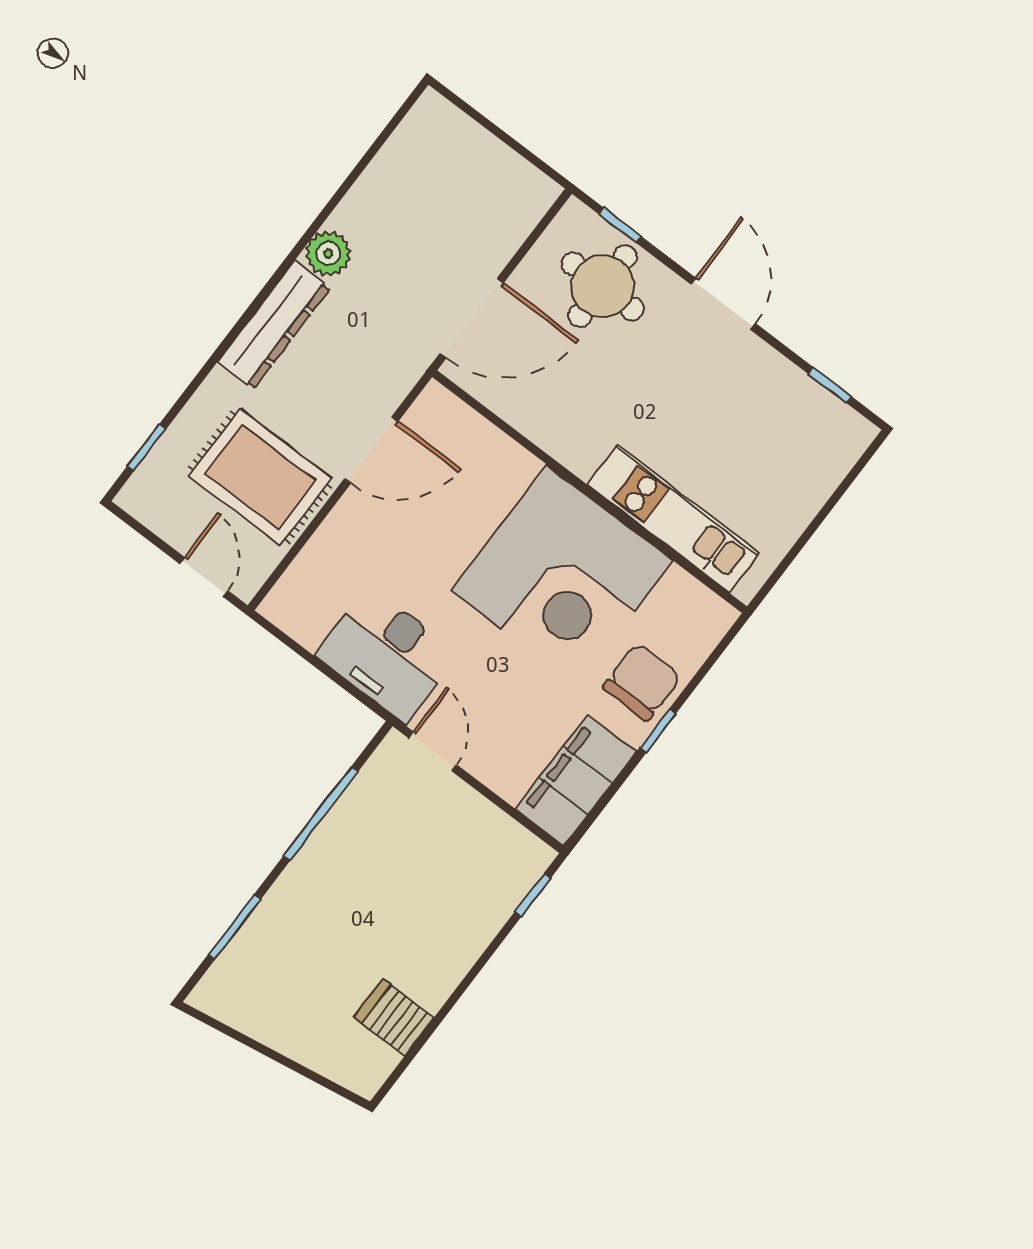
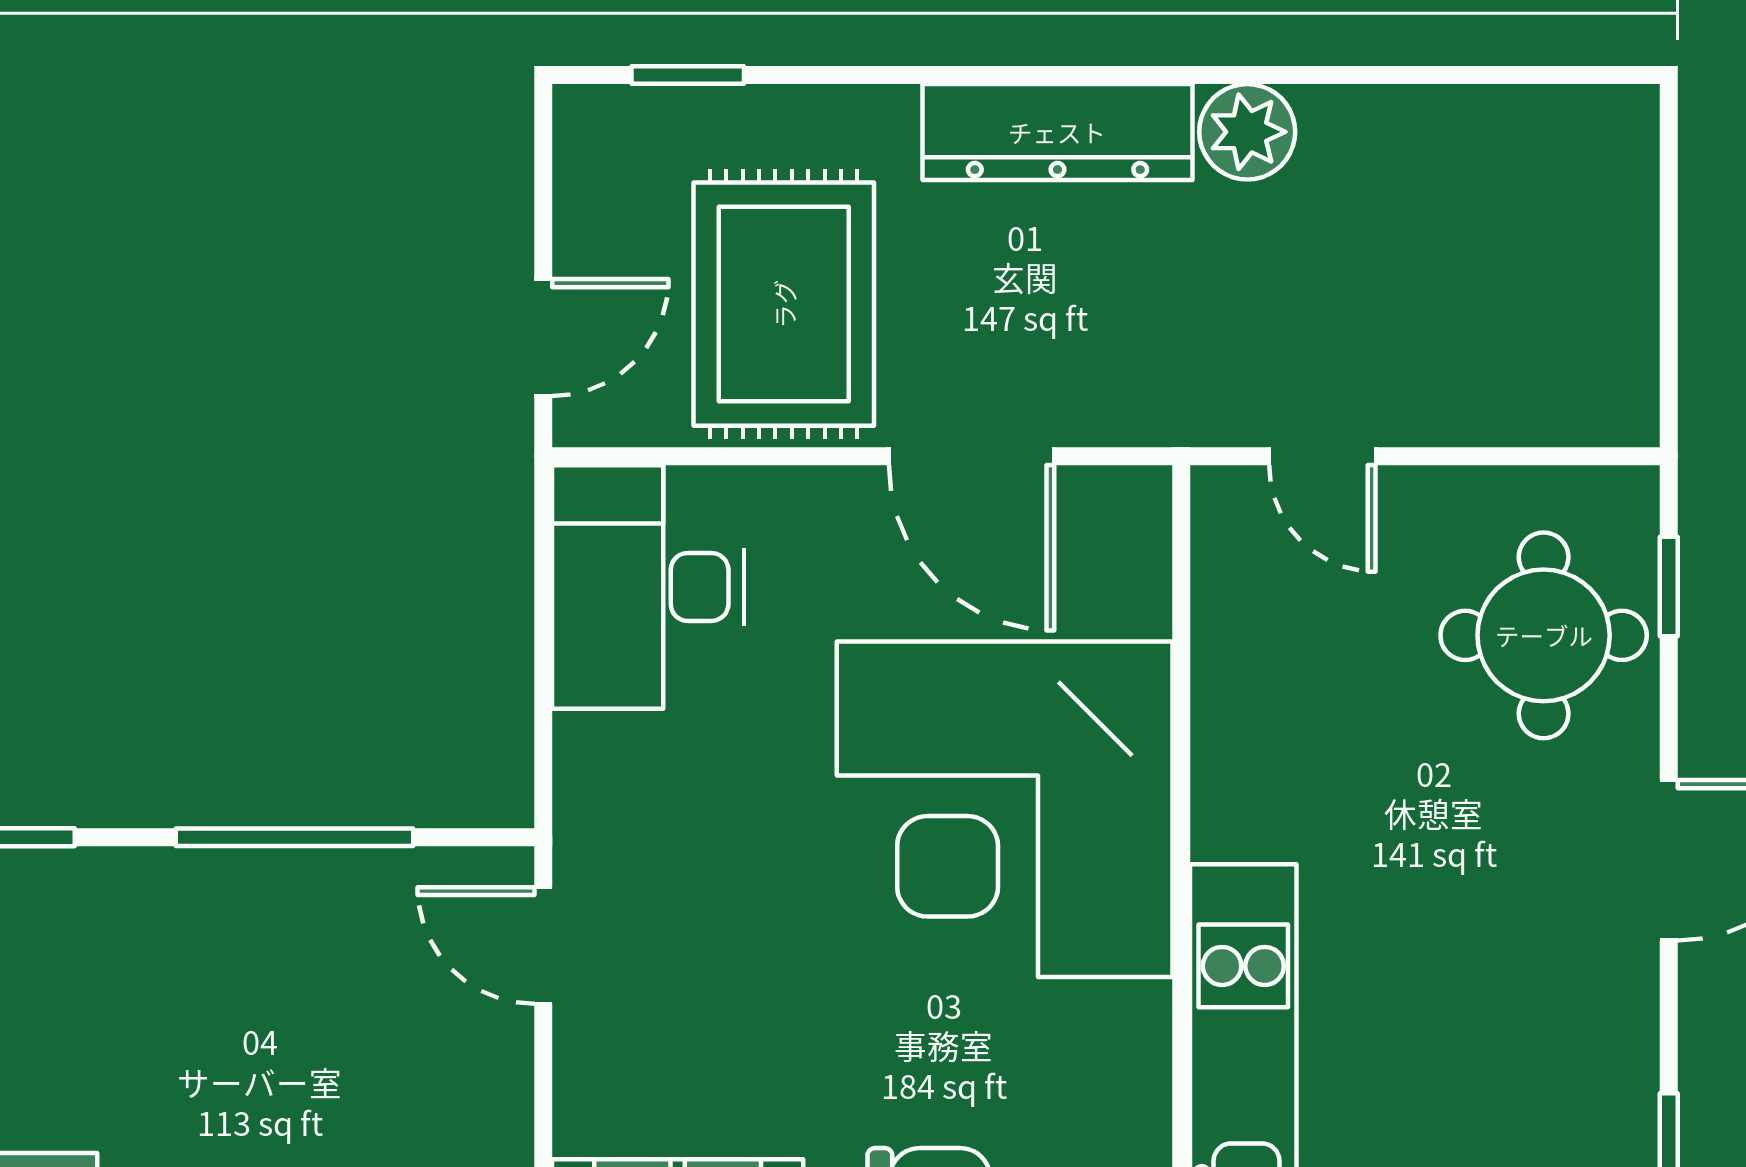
door: (472, 318) -> (1322, 456), width x0.53
corner desk: (562, 576) -> (1005, 809), moved
desk: (387, 654) -> (648, 587), moved
door: (433, 751) -> (543, 946), swing flipped

